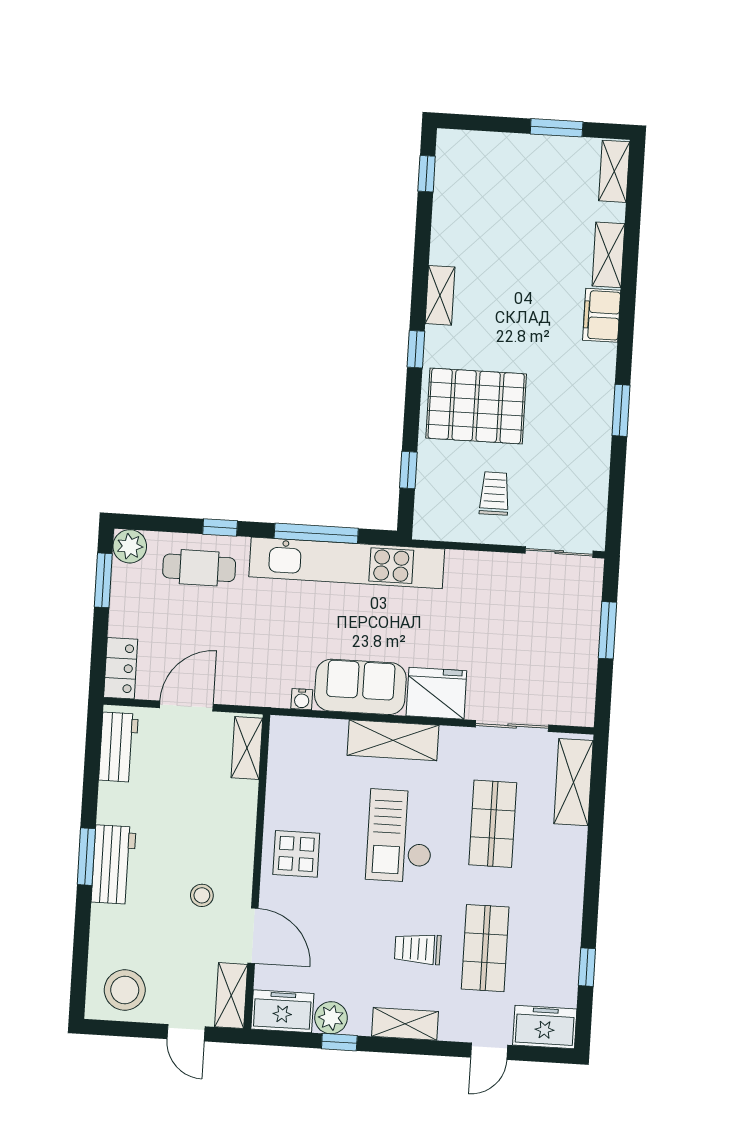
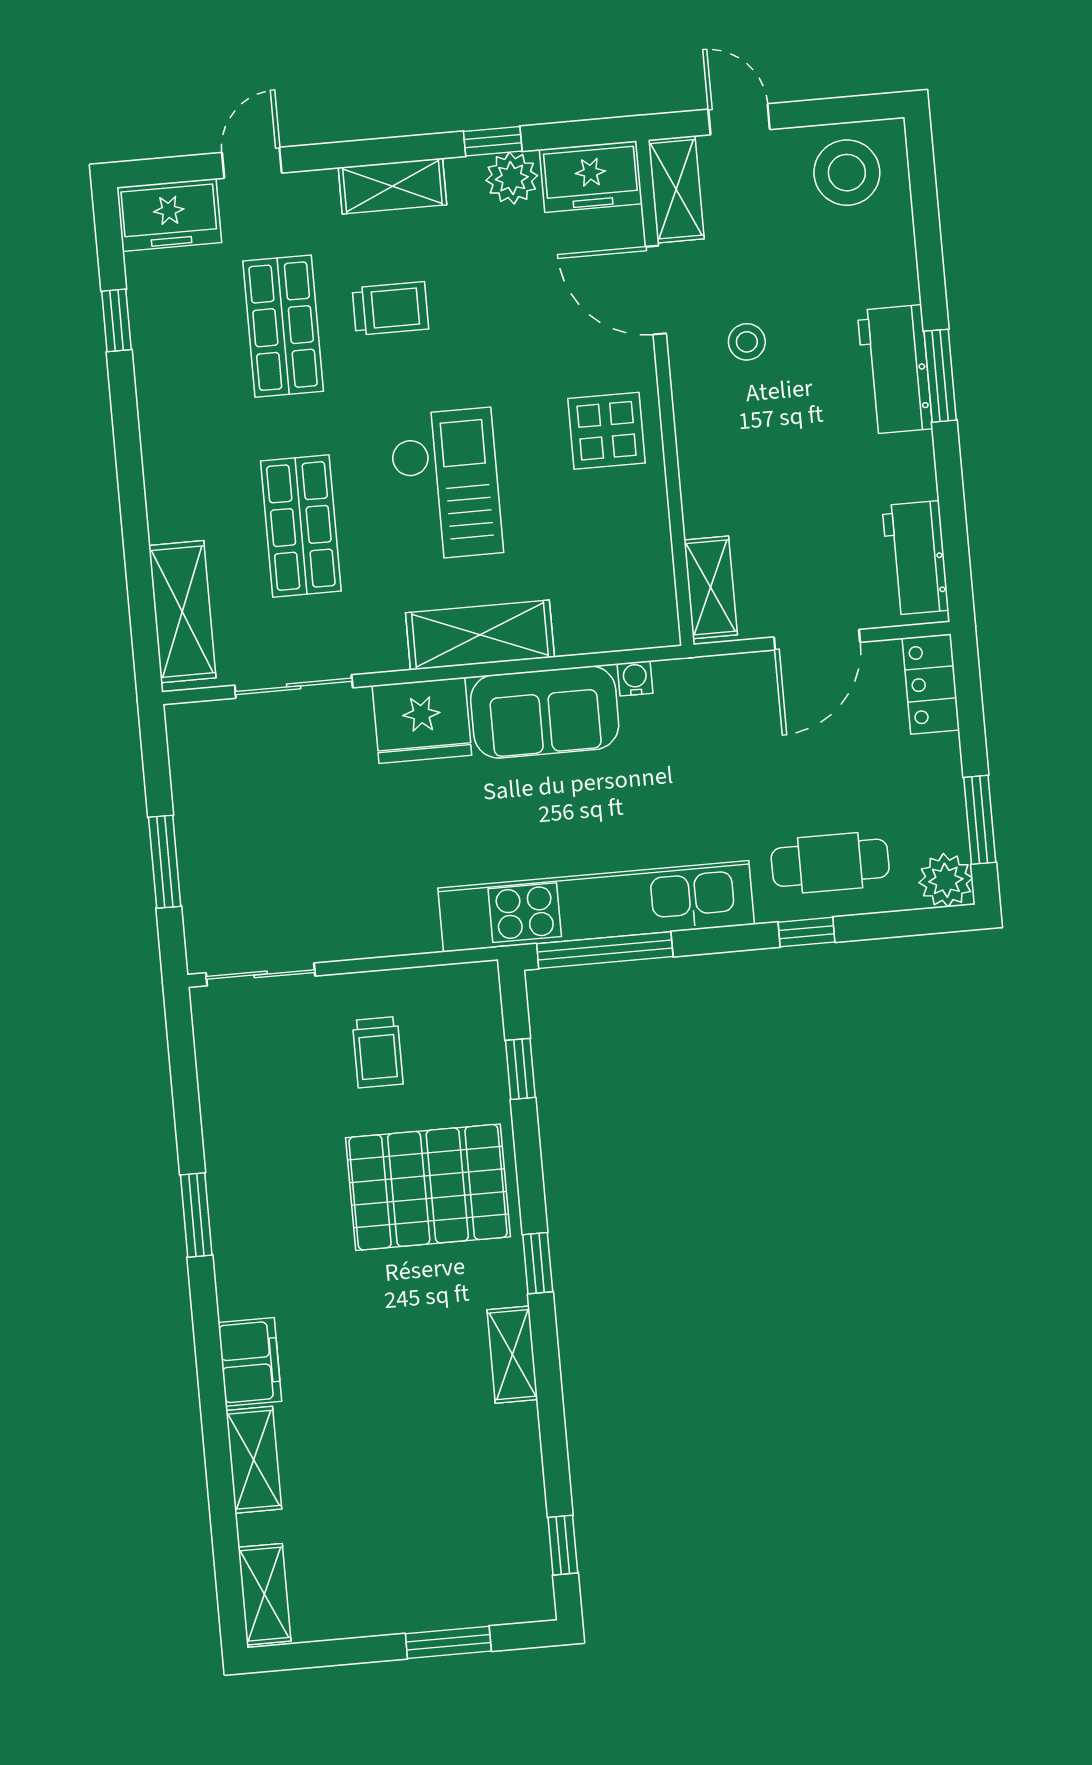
window: (557, 128) -> (448, 1642), moved
window: (316, 533) -> (605, 950), moved

